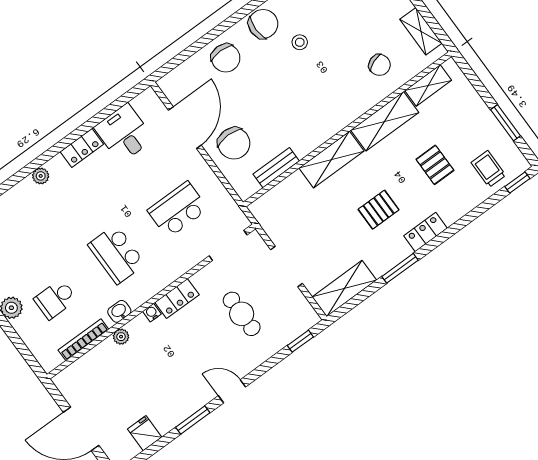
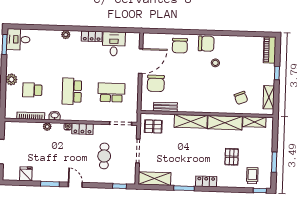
pallet: (379, 210) -> (153, 126), moved

